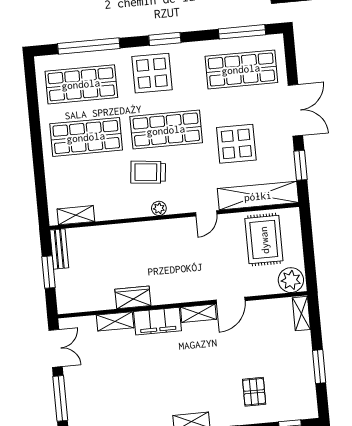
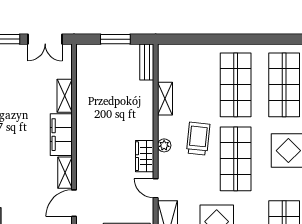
shelving: (76, 215) -> (165, 99), moved
bench: (59, 249) -> (147, 62), moved, turned 90
wardrobe: (133, 297) -> (145, 156), moved, turned 180
door: (231, 300) -> (74, 203), hinge flipped

